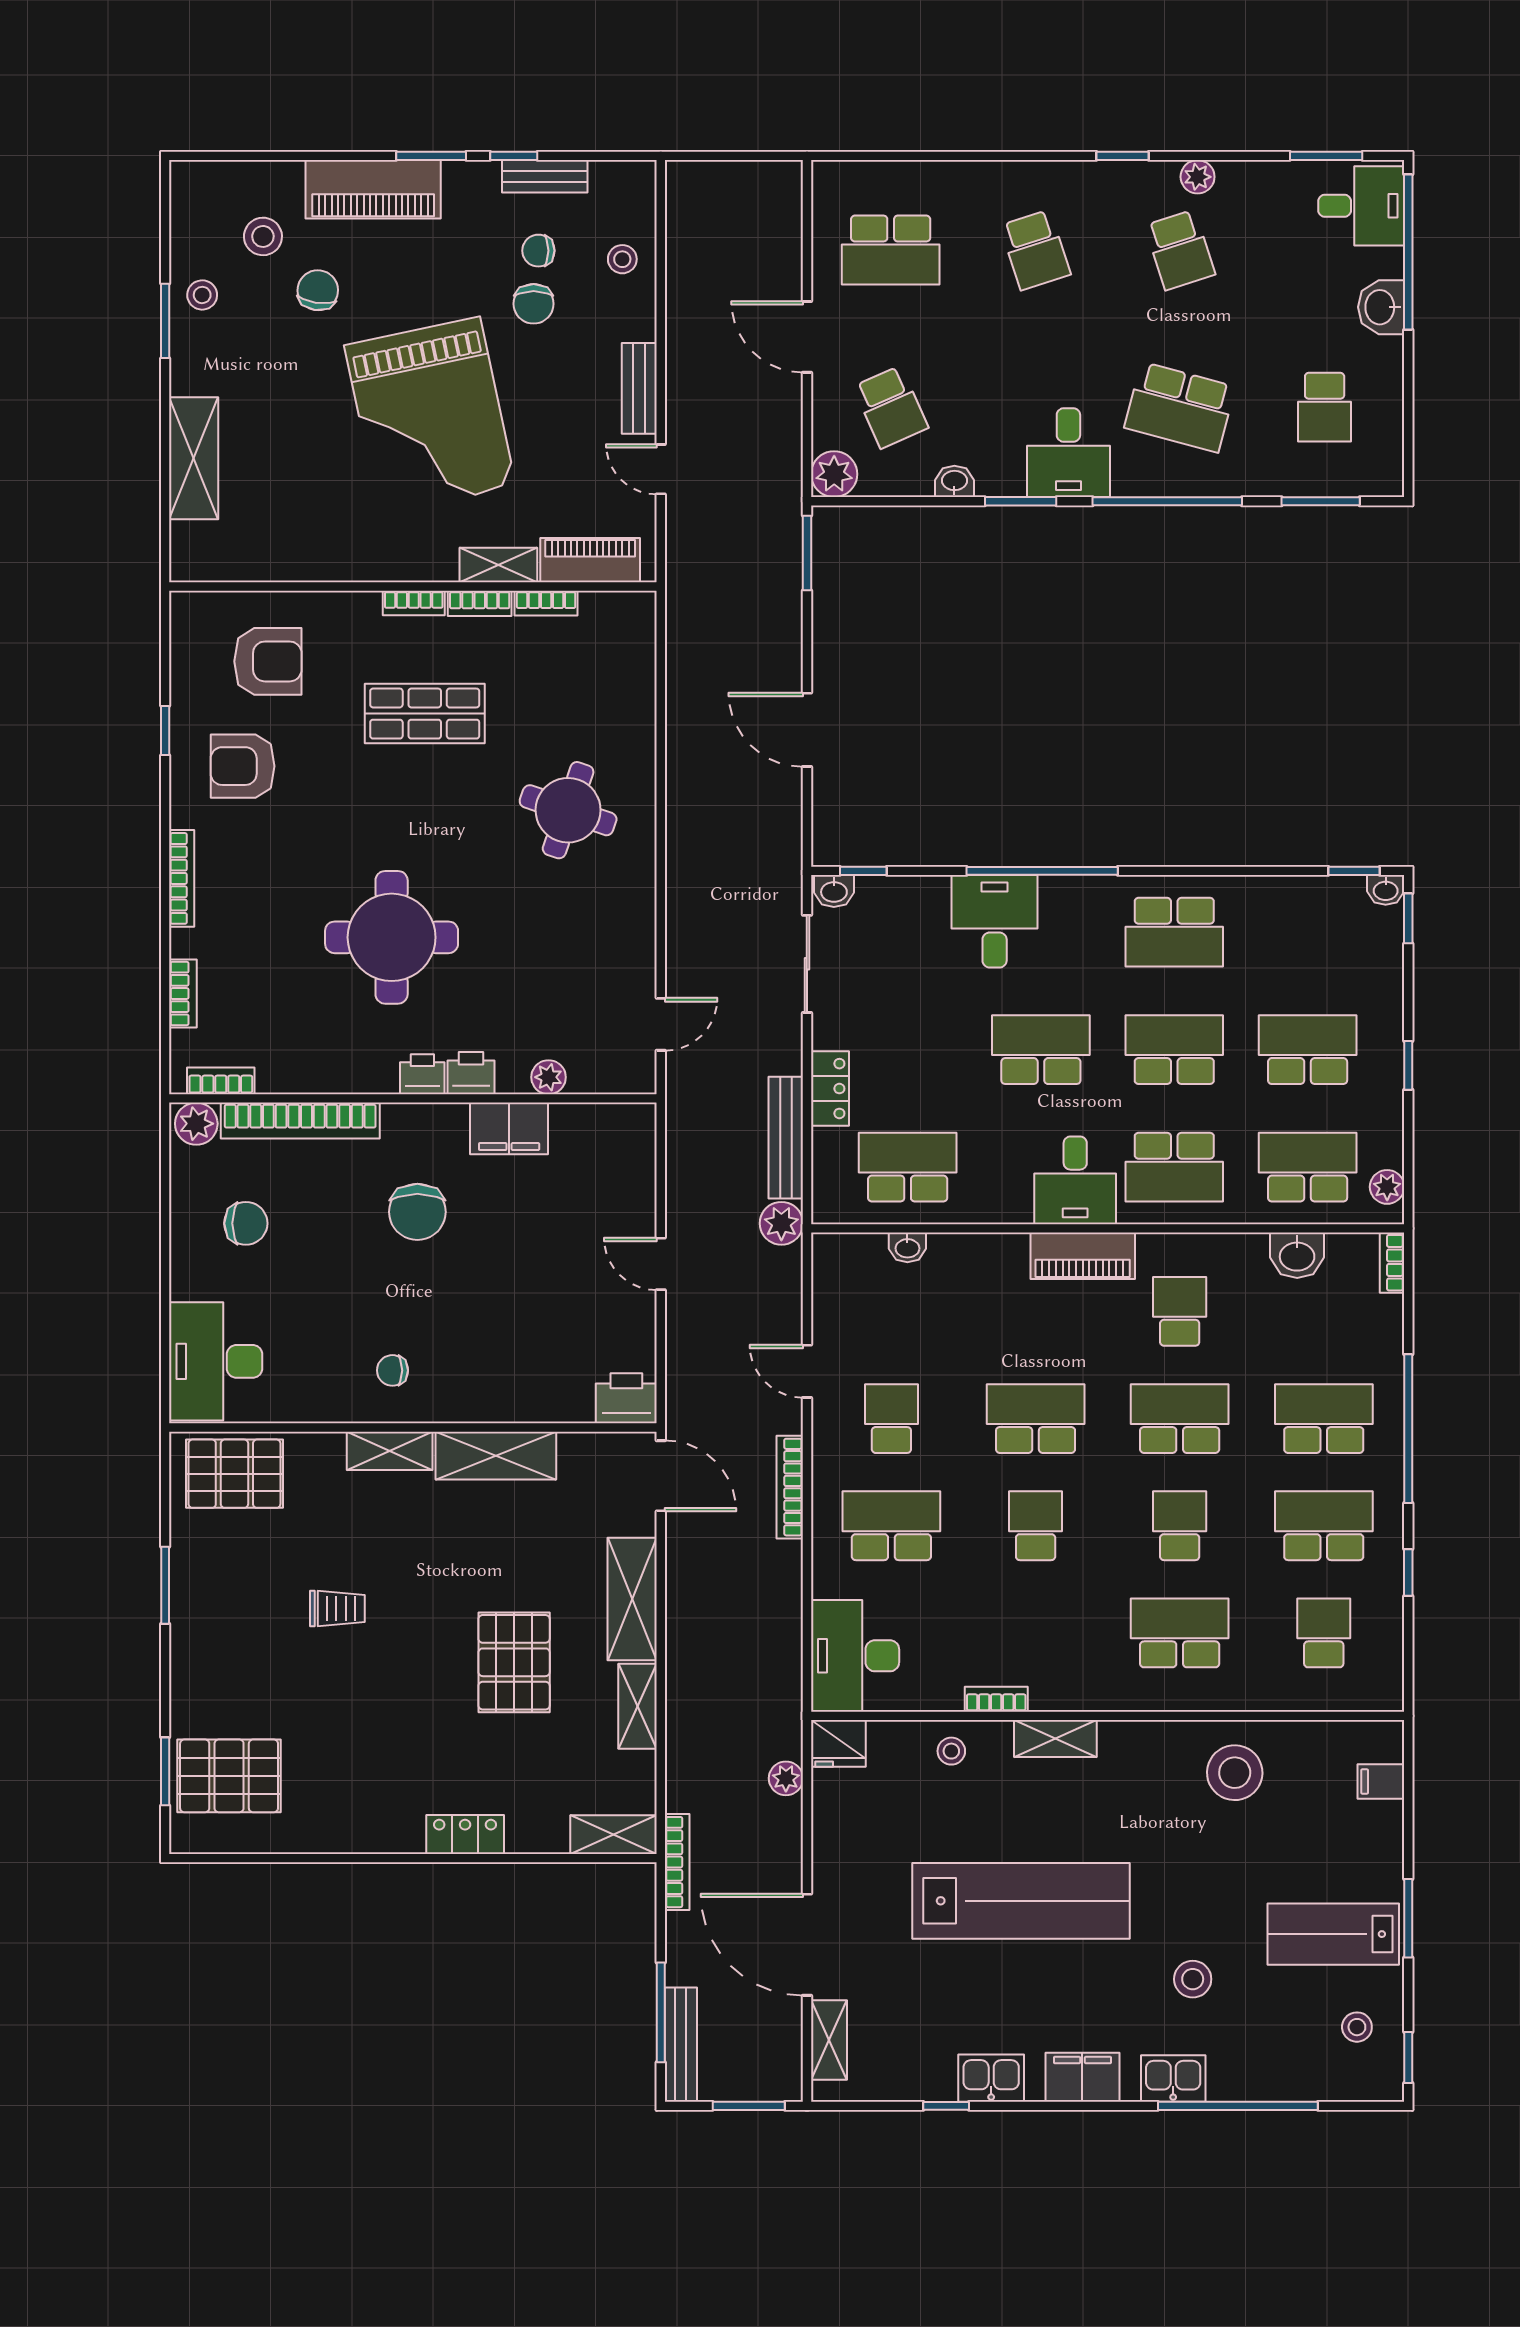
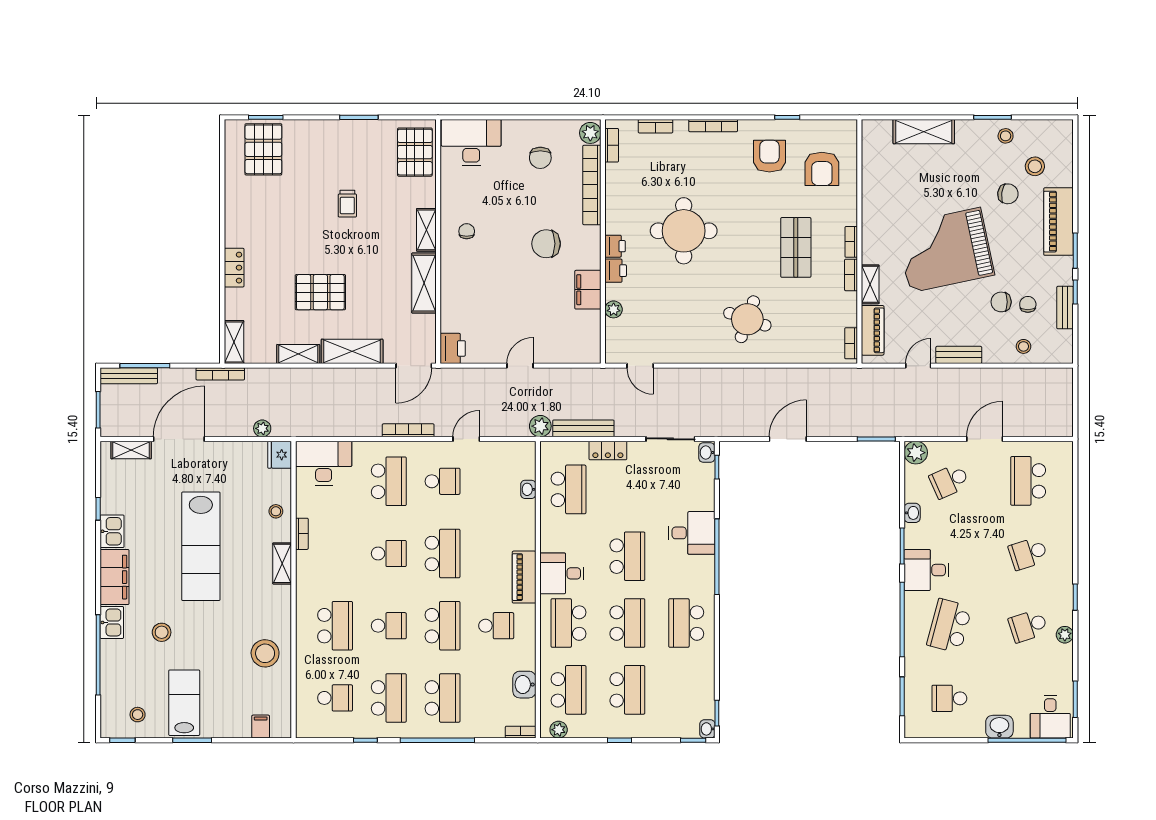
bookcase: (546, 603) -> (851, 343), moved
filing cabinet: (1082, 2077) -> (114, 577), width x1.50, depth x1.17

